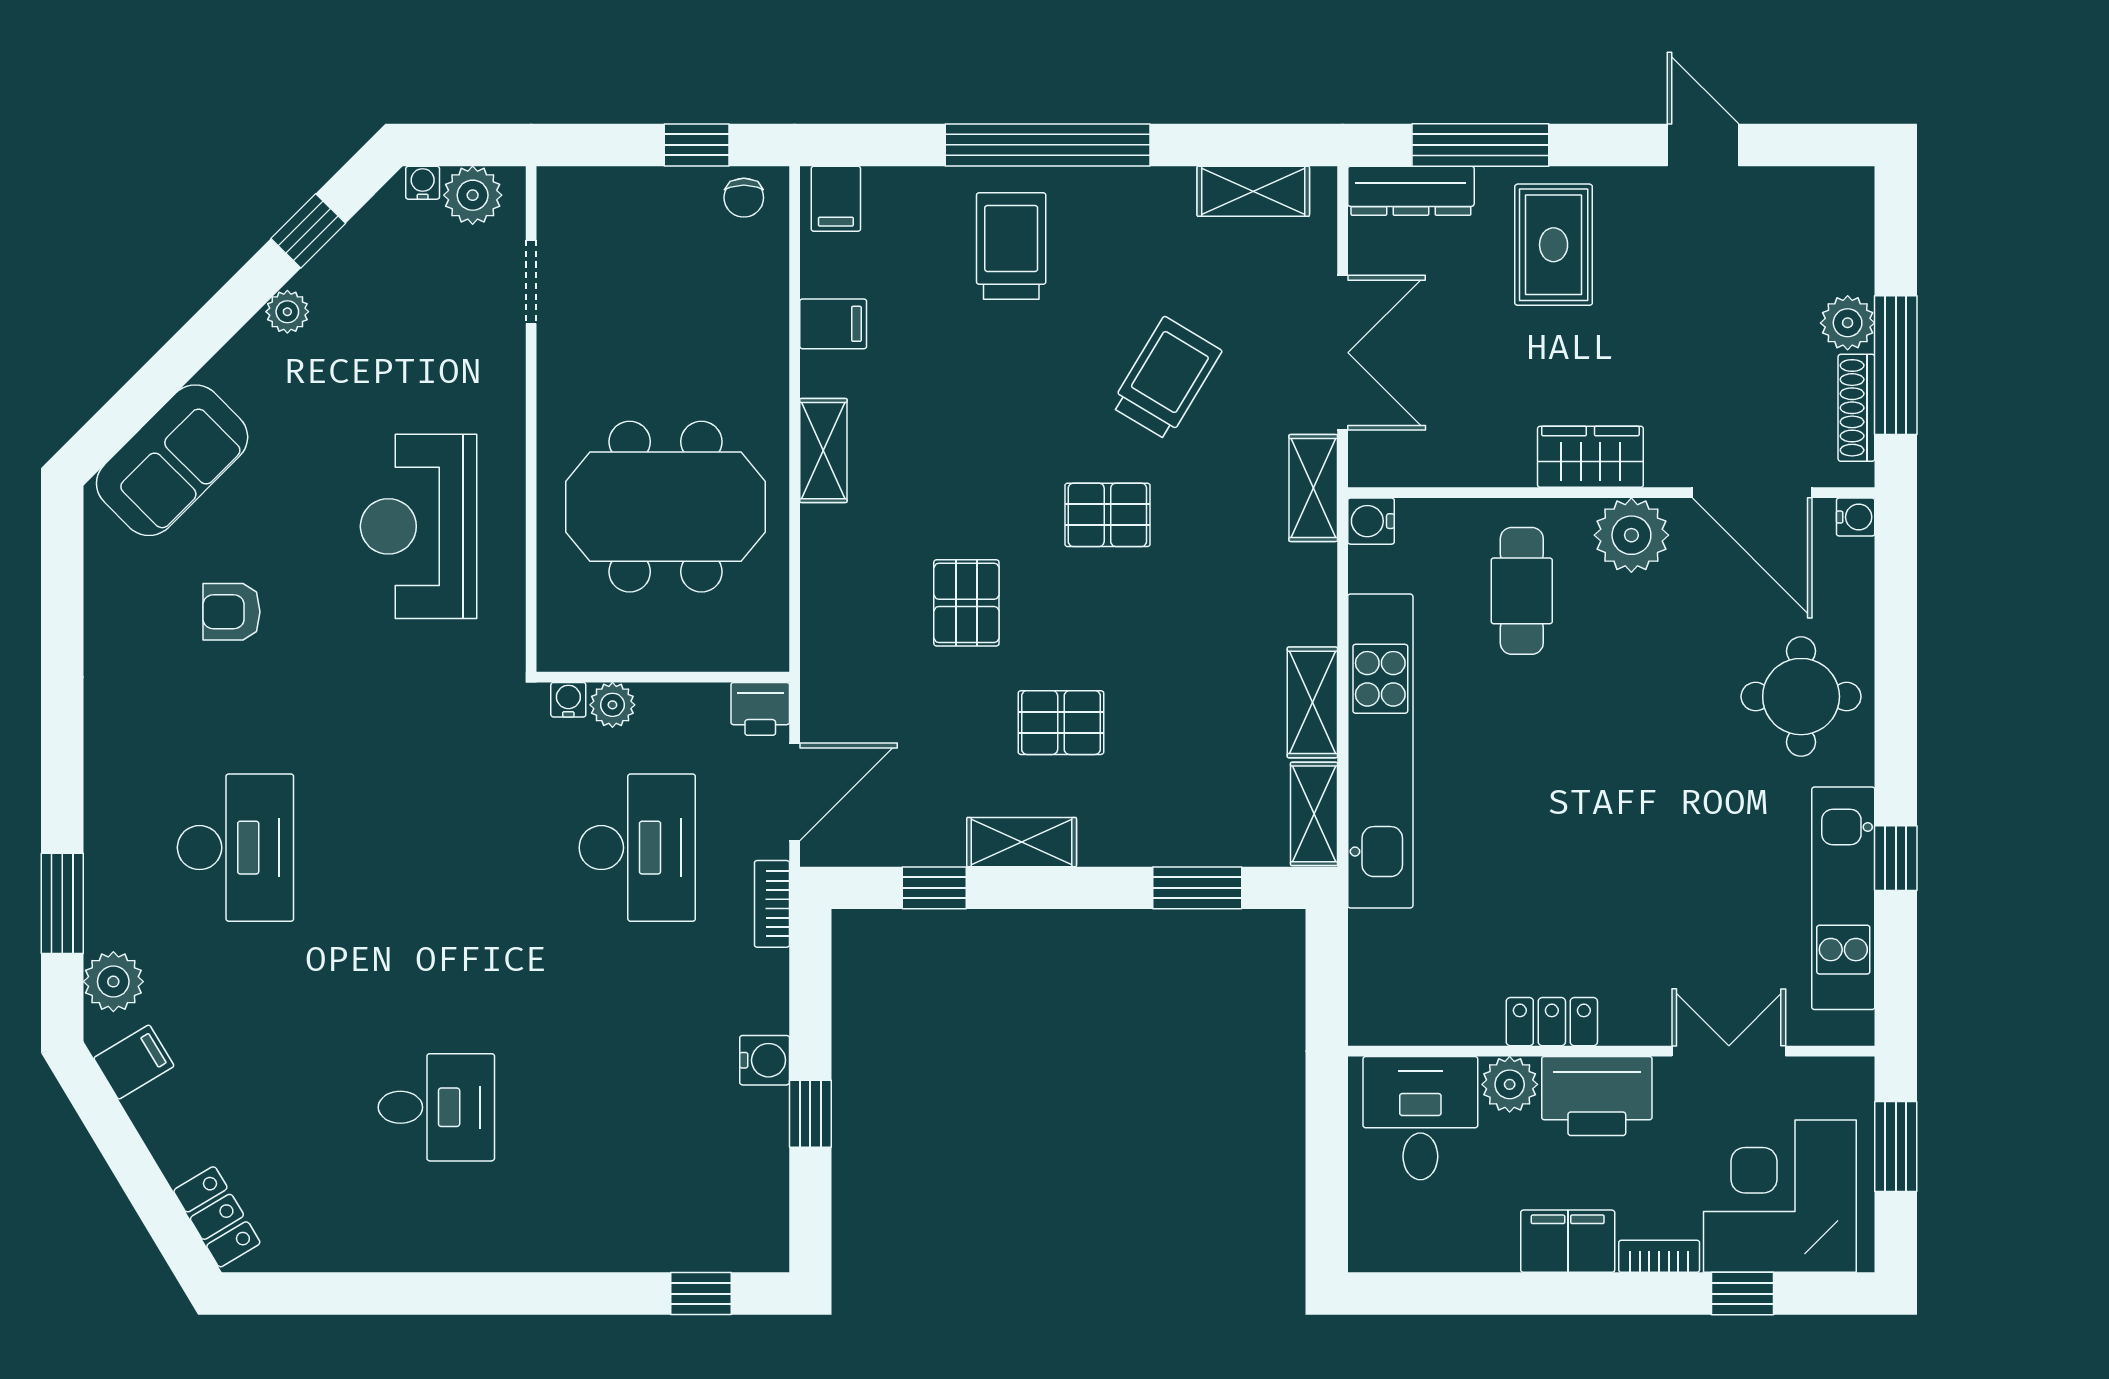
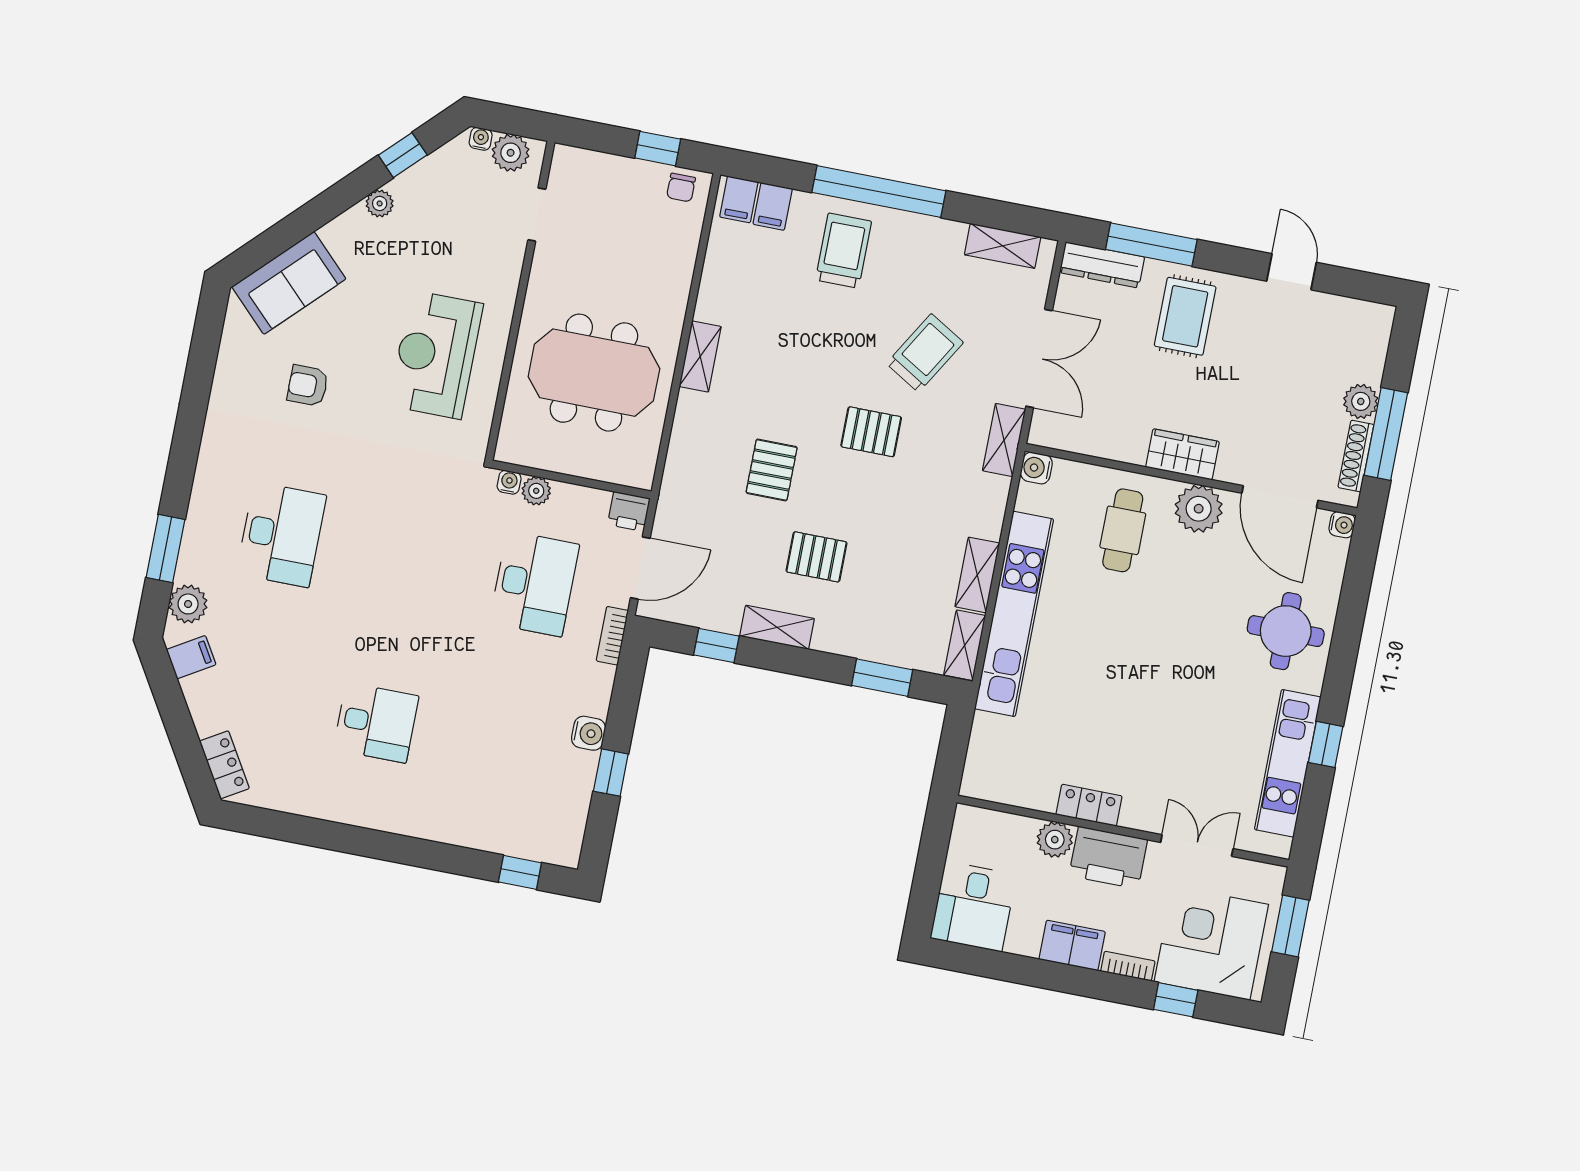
filing cabinet: (833, 324) -> (773, 206), moved, turned 90
desk: (1420, 1118) -> (973, 906), moved, turned 180

